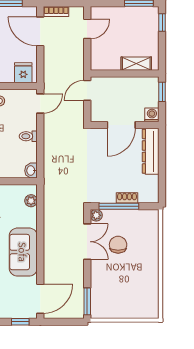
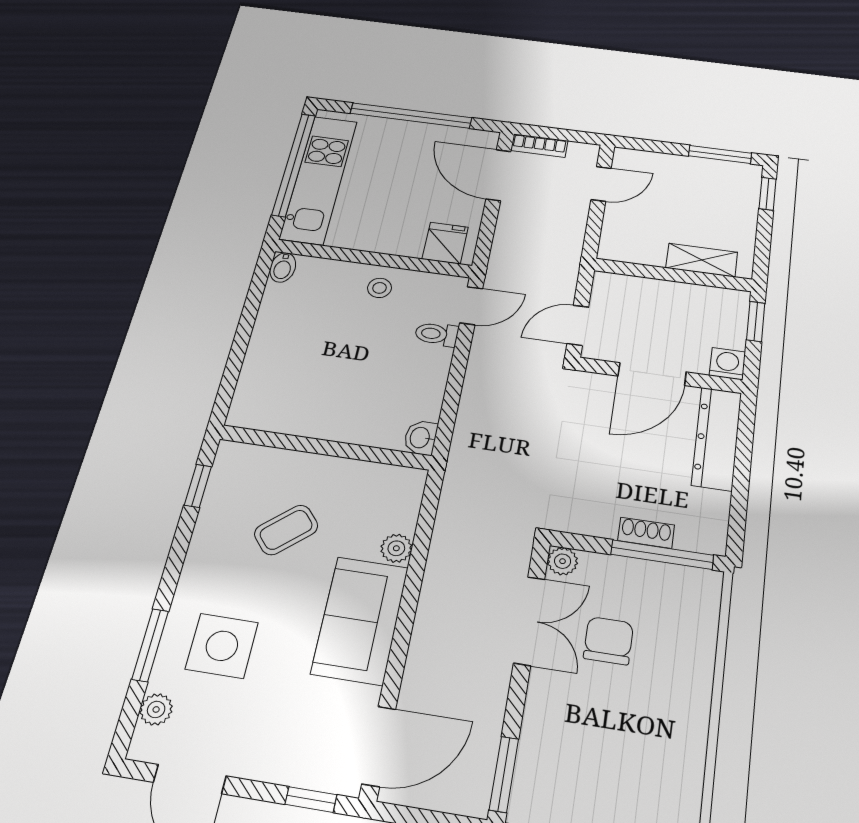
door: (87, 90) -> (578, 325), moved
toilet: (28, 136) -> (437, 334), moved
plant: (31, 201) -> (396, 548), moved
window: (119, 206) -> (662, 555), moved

